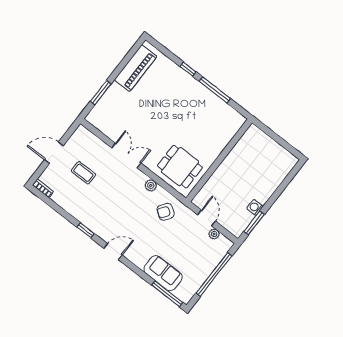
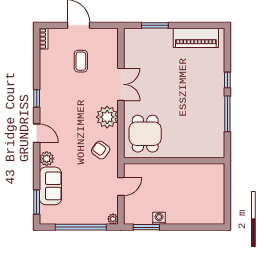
plant: (151, 185) -> (107, 117), width x1.88, depth x1.88
plant: (214, 234) -> (113, 219), moved
plant: (139, 259) -> (47, 159), added
window: (167, 294) -> (37, 202), width x0.69

